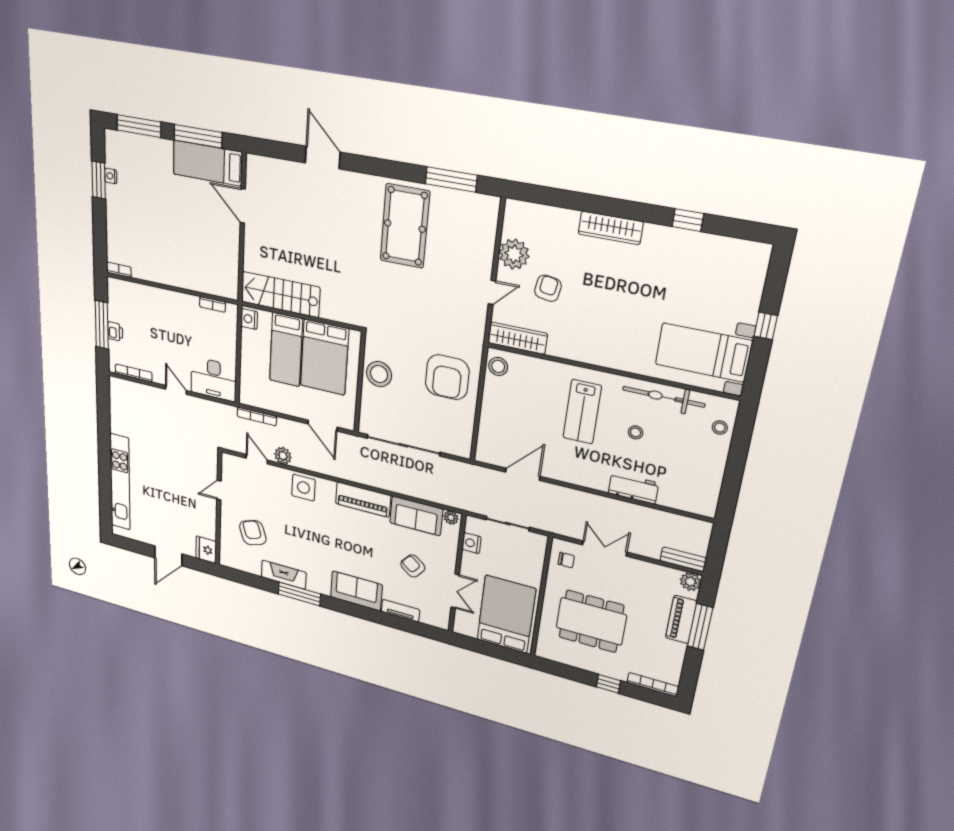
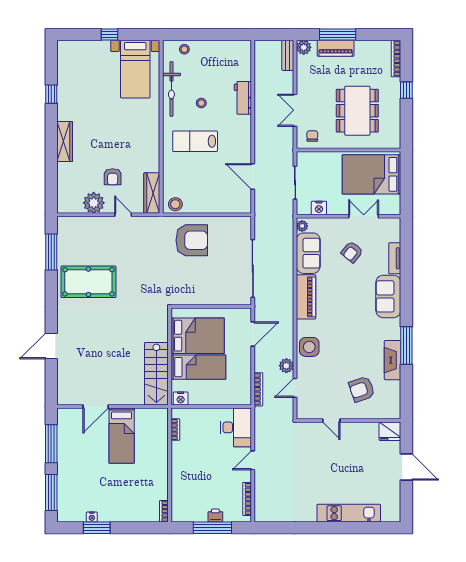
bed: (208, 163) -> (122, 436), moved
armchair: (548, 288) -> (113, 177), turned -99
stool: (379, 374) -> (201, 292), removed
lab bench: (582, 412) -> (195, 141), turned 180
kitchen unit: (120, 482) -> (349, 513), width x0.73

